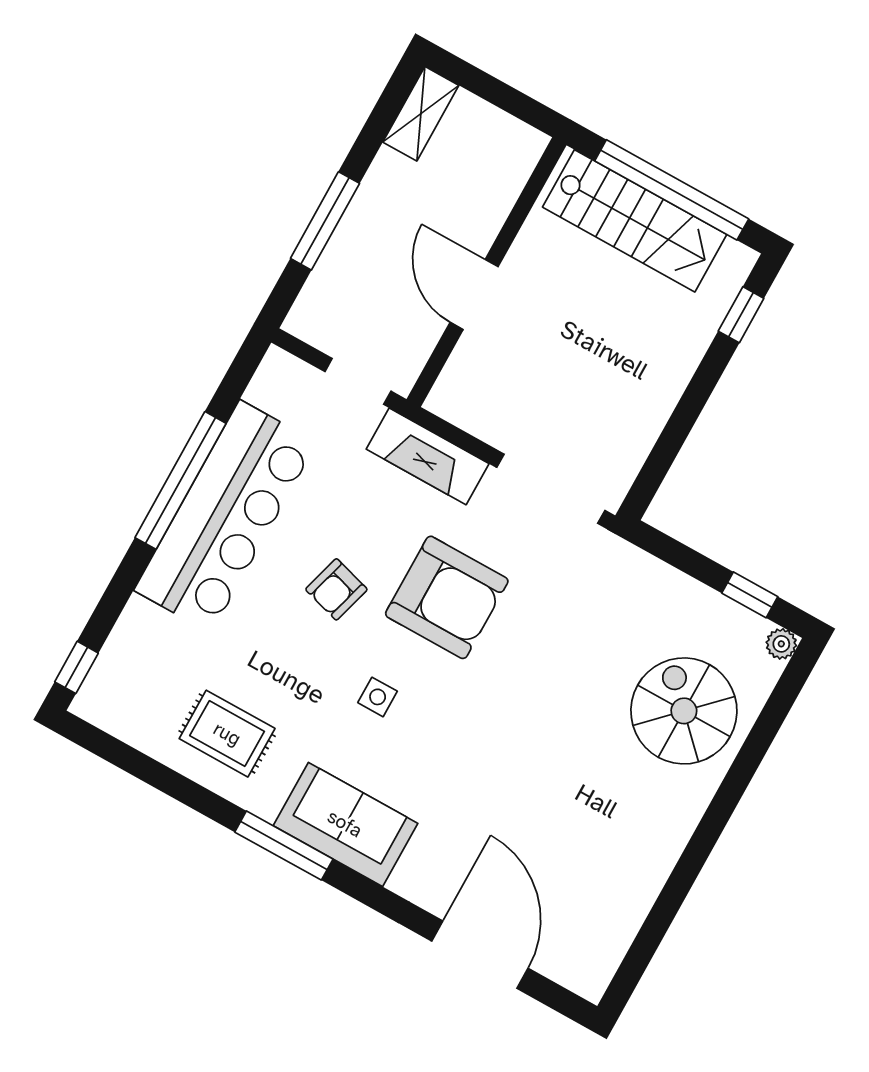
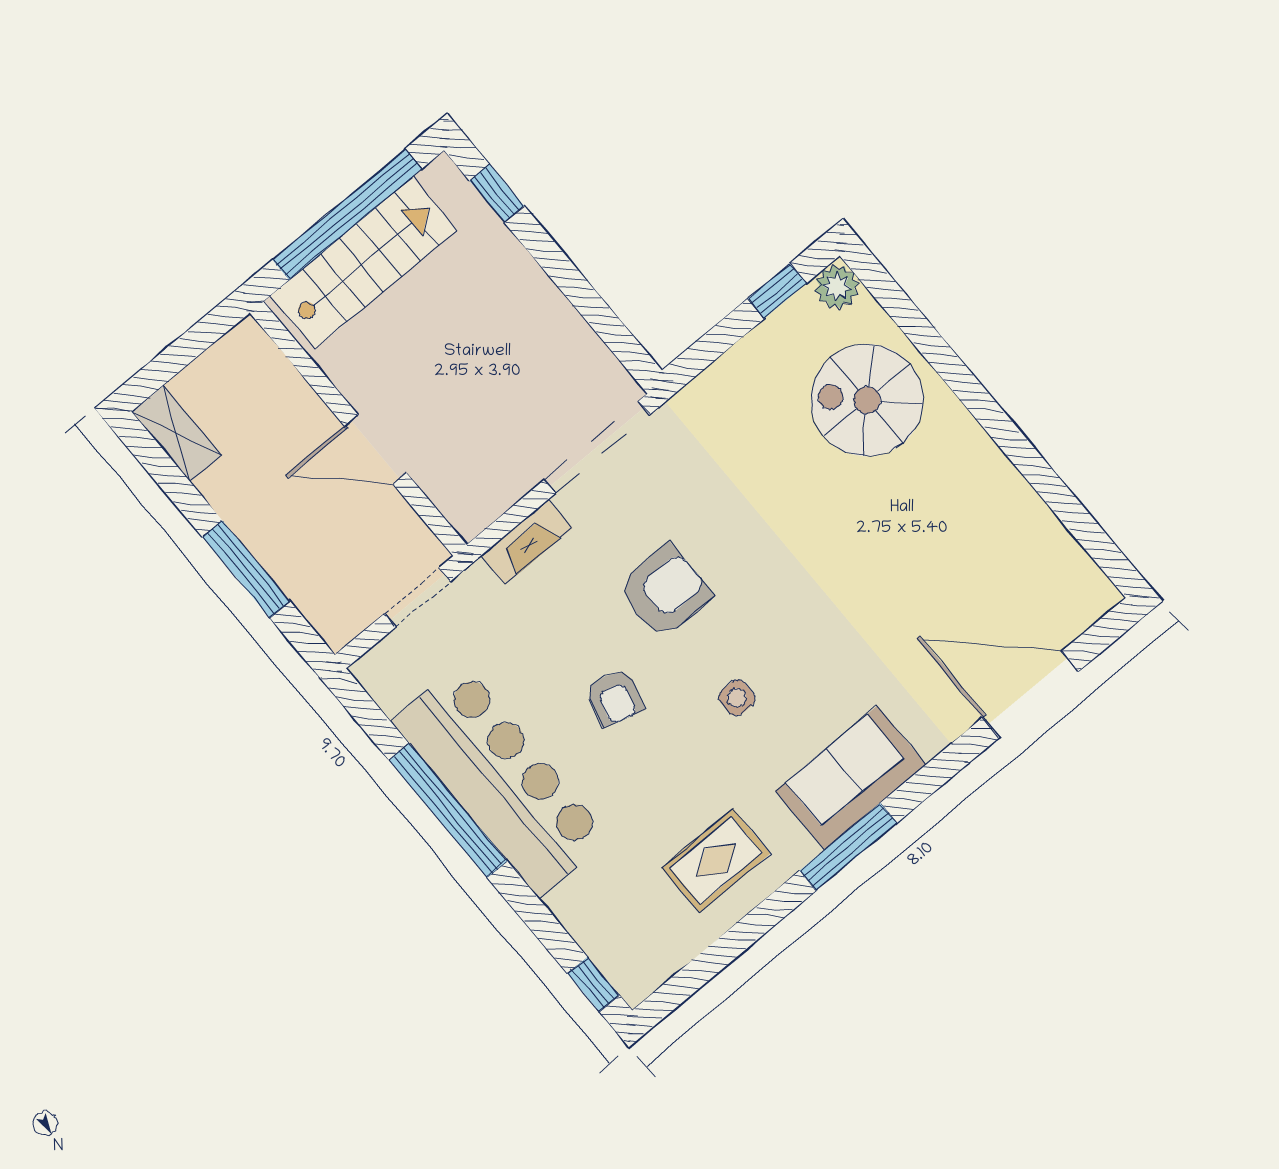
fireplace: (428, 456) -> (527, 542), width x0.73, depth x0.76
armchair: (447, 597) -> (665, 591), width x0.73, depth x0.73
plant: (781, 644) -> (837, 287), width x1.38, depth x1.38

